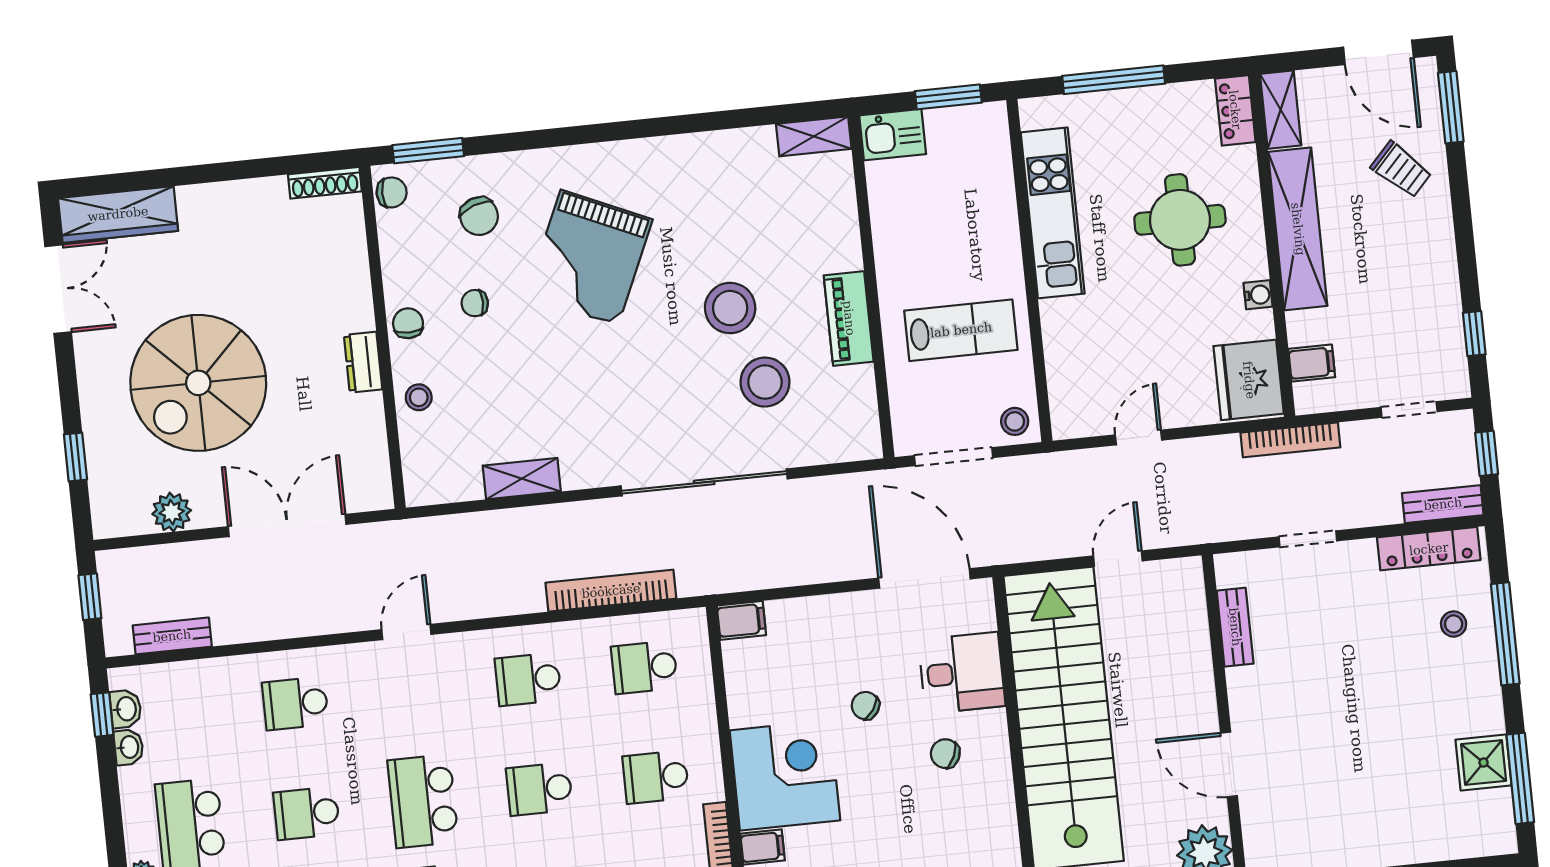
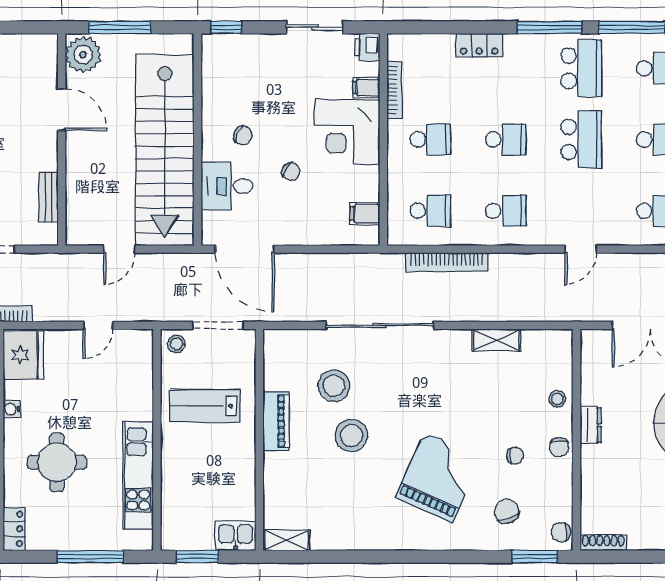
filing cabinet: (741, 620) -> (365, 214), moved

